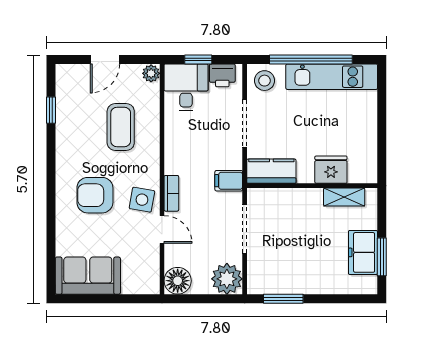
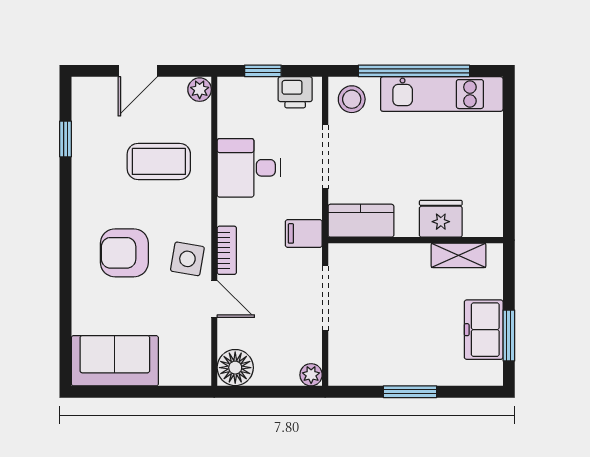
desk: (186, 87) -> (249, 168), moved, turned -90
coffee table: (121, 127) -> (159, 161), turned 90
plant: (227, 279) -> (311, 375), width x0.53, depth x0.53
window: (283, 299) -> (410, 392), moved

